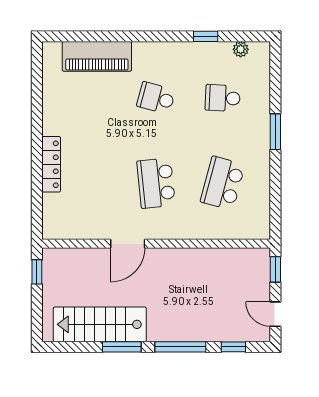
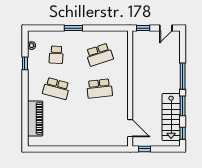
school desk: (156, 98) -> (56, 88), width x1.85
locker: (51, 164) -> (90, 142), removed
school desk: (223, 183) -> (99, 55), turned -33
door: (128, 244) -> (130, 128), moved
window: (233, 347) -> (183, 133), moved

